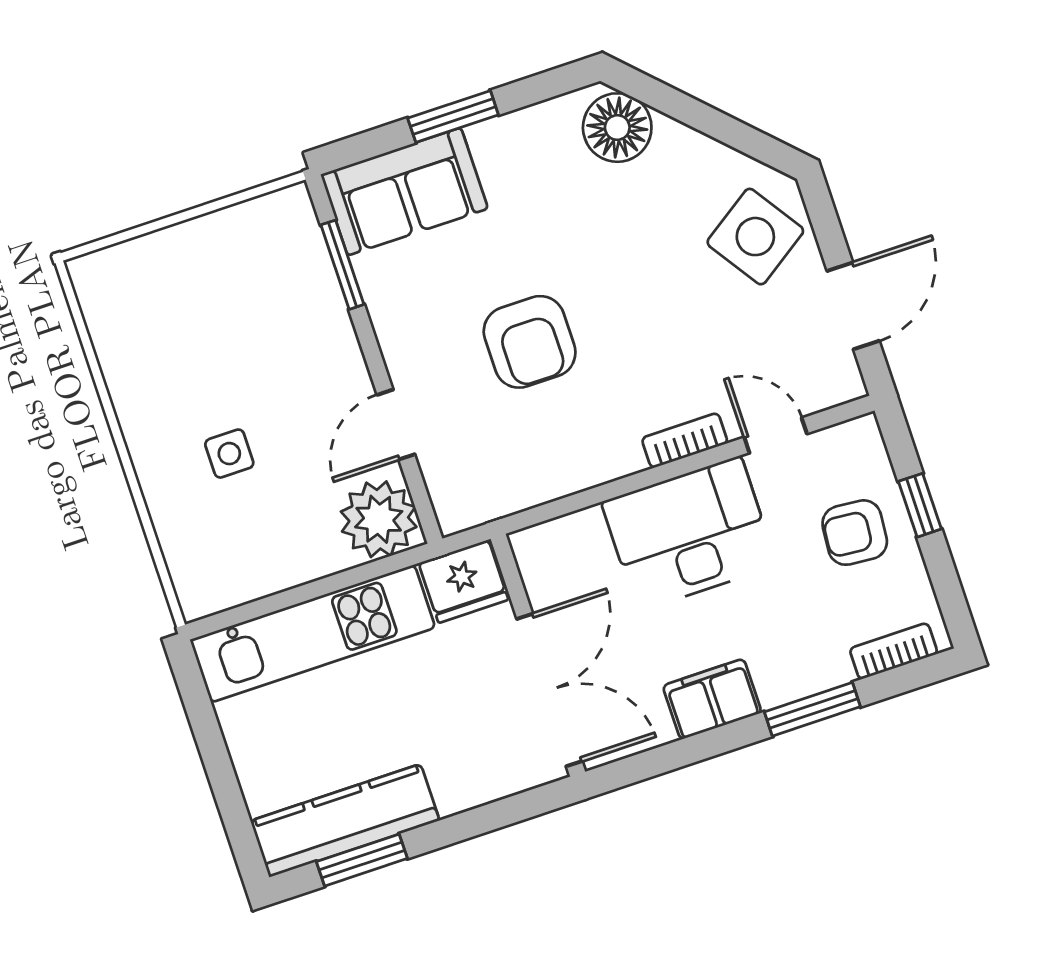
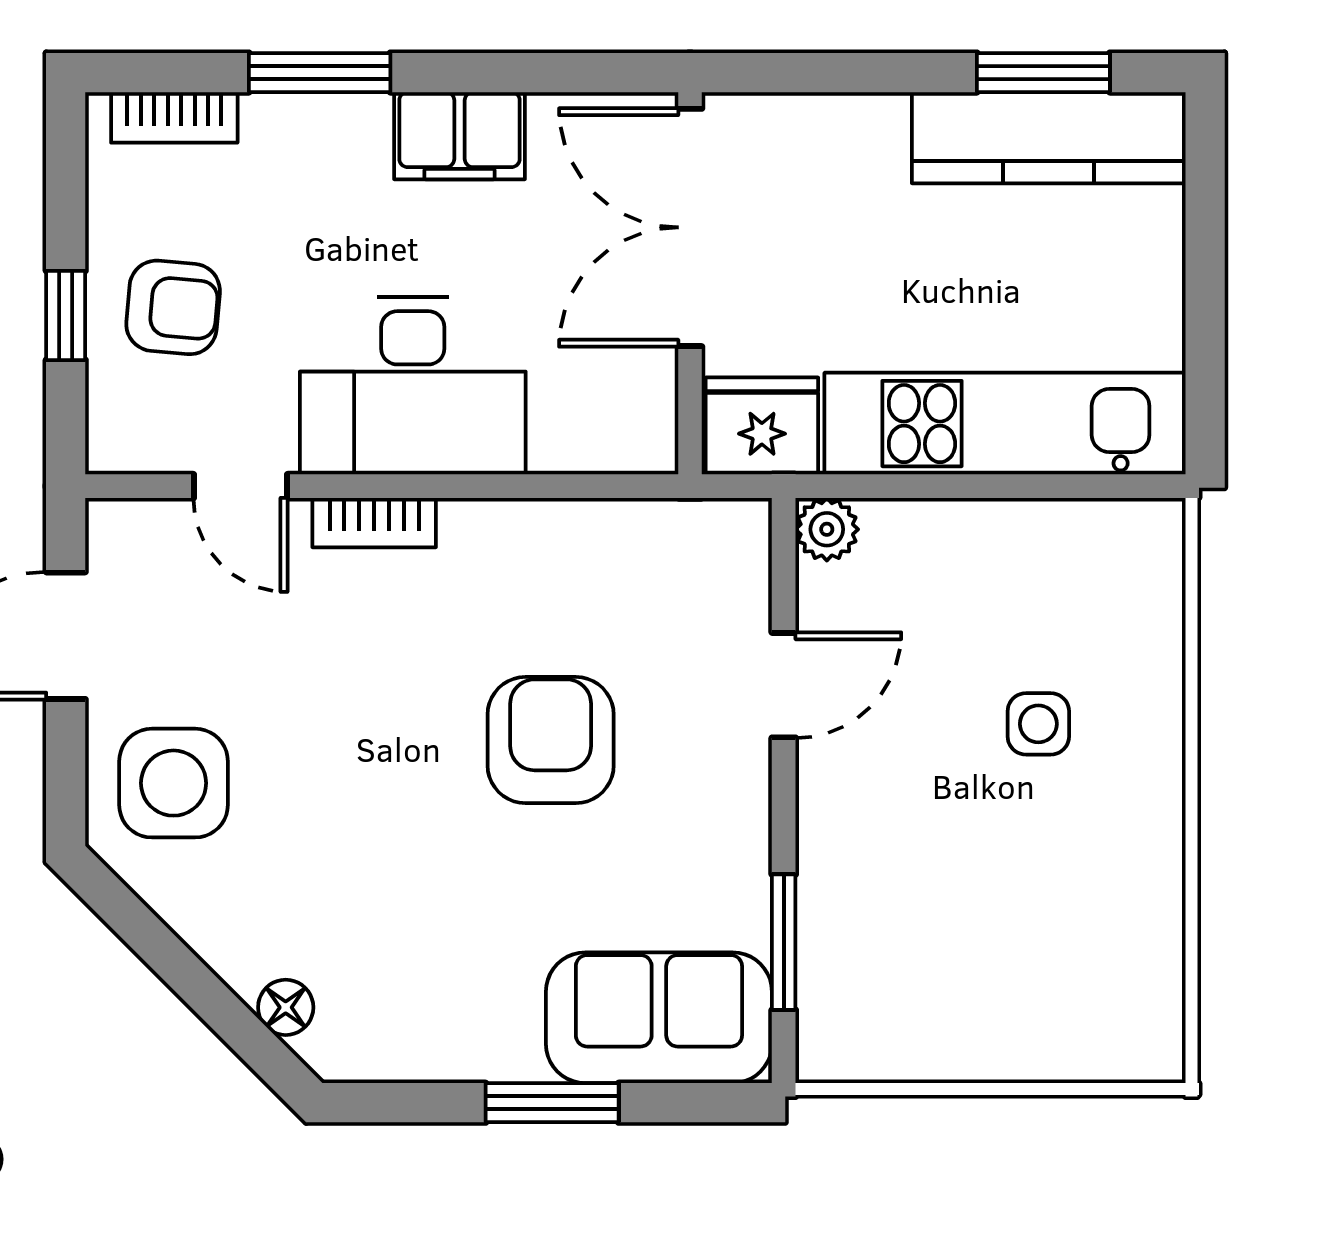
floor lamp: (617, 128) -> (286, 1007), width x0.53, depth x0.53
side table: (755, 237) -> (174, 783), turned 34
plant: (379, 519) -> (827, 529), width x0.53, depth x0.53

